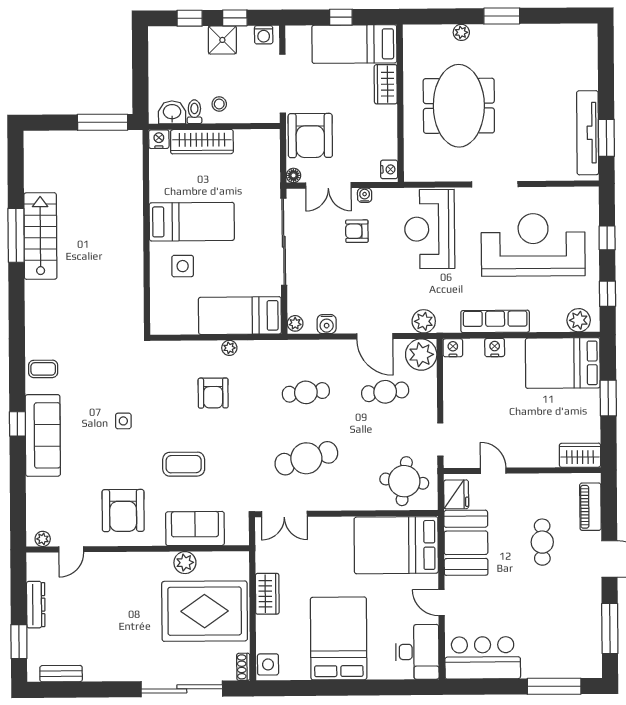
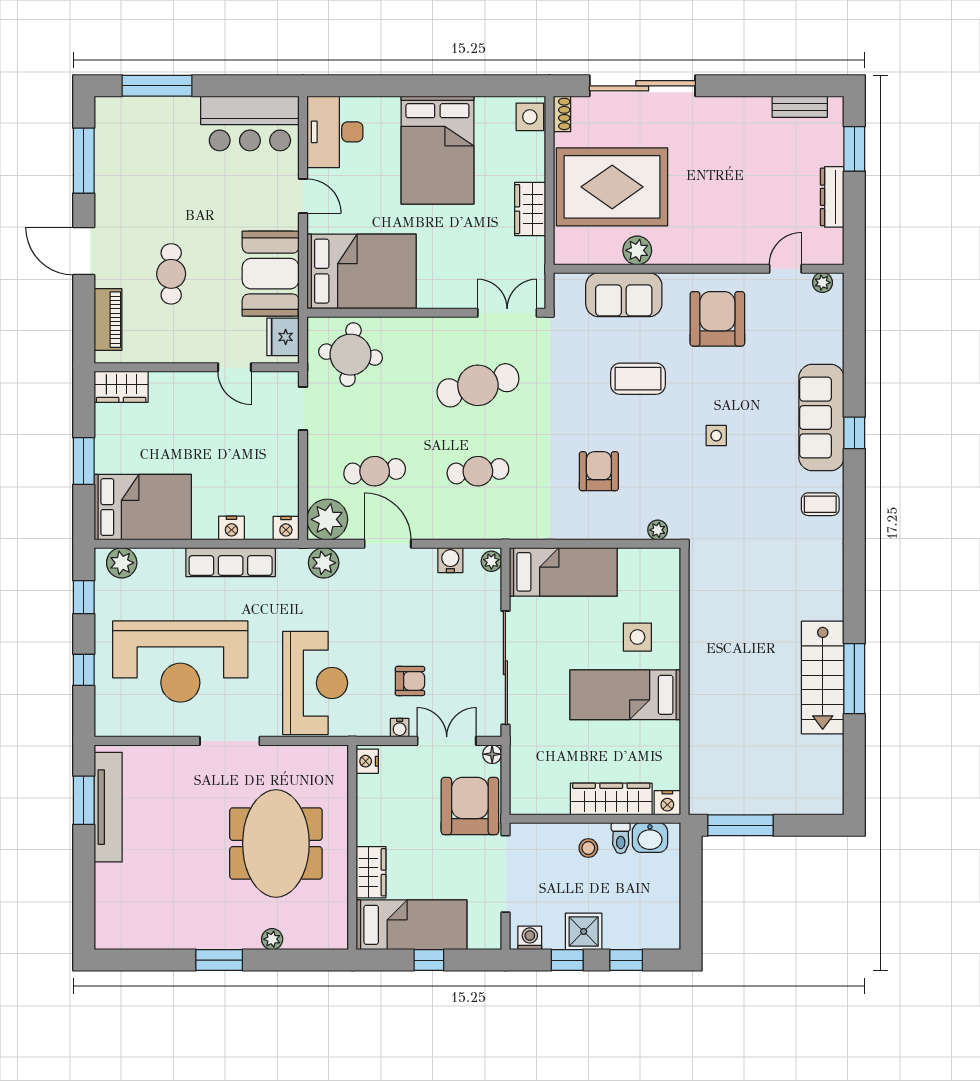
plant: (229, 348) -> (658, 530), moved

